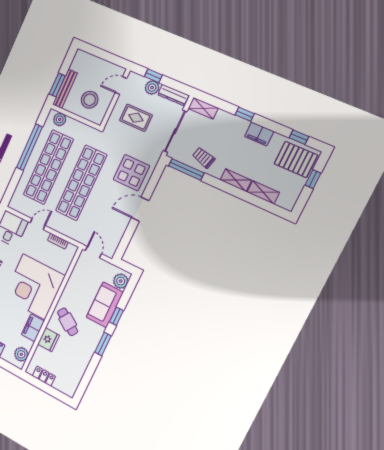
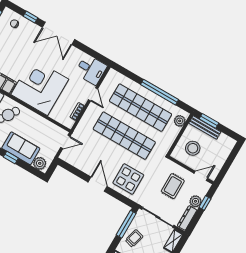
door: (121, 85) -> (201, 176), hinge flipped

